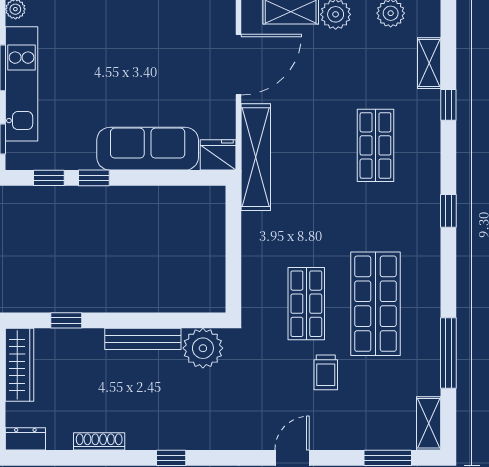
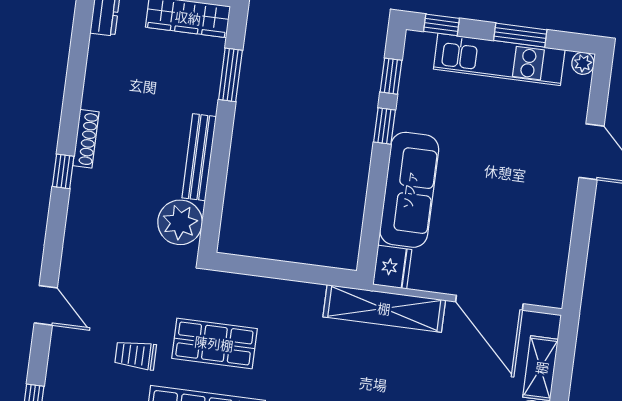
window: (66, 320) -> (230, 75), width x1.50
shoe rack: (99, 441) -> (86, 139), moved

